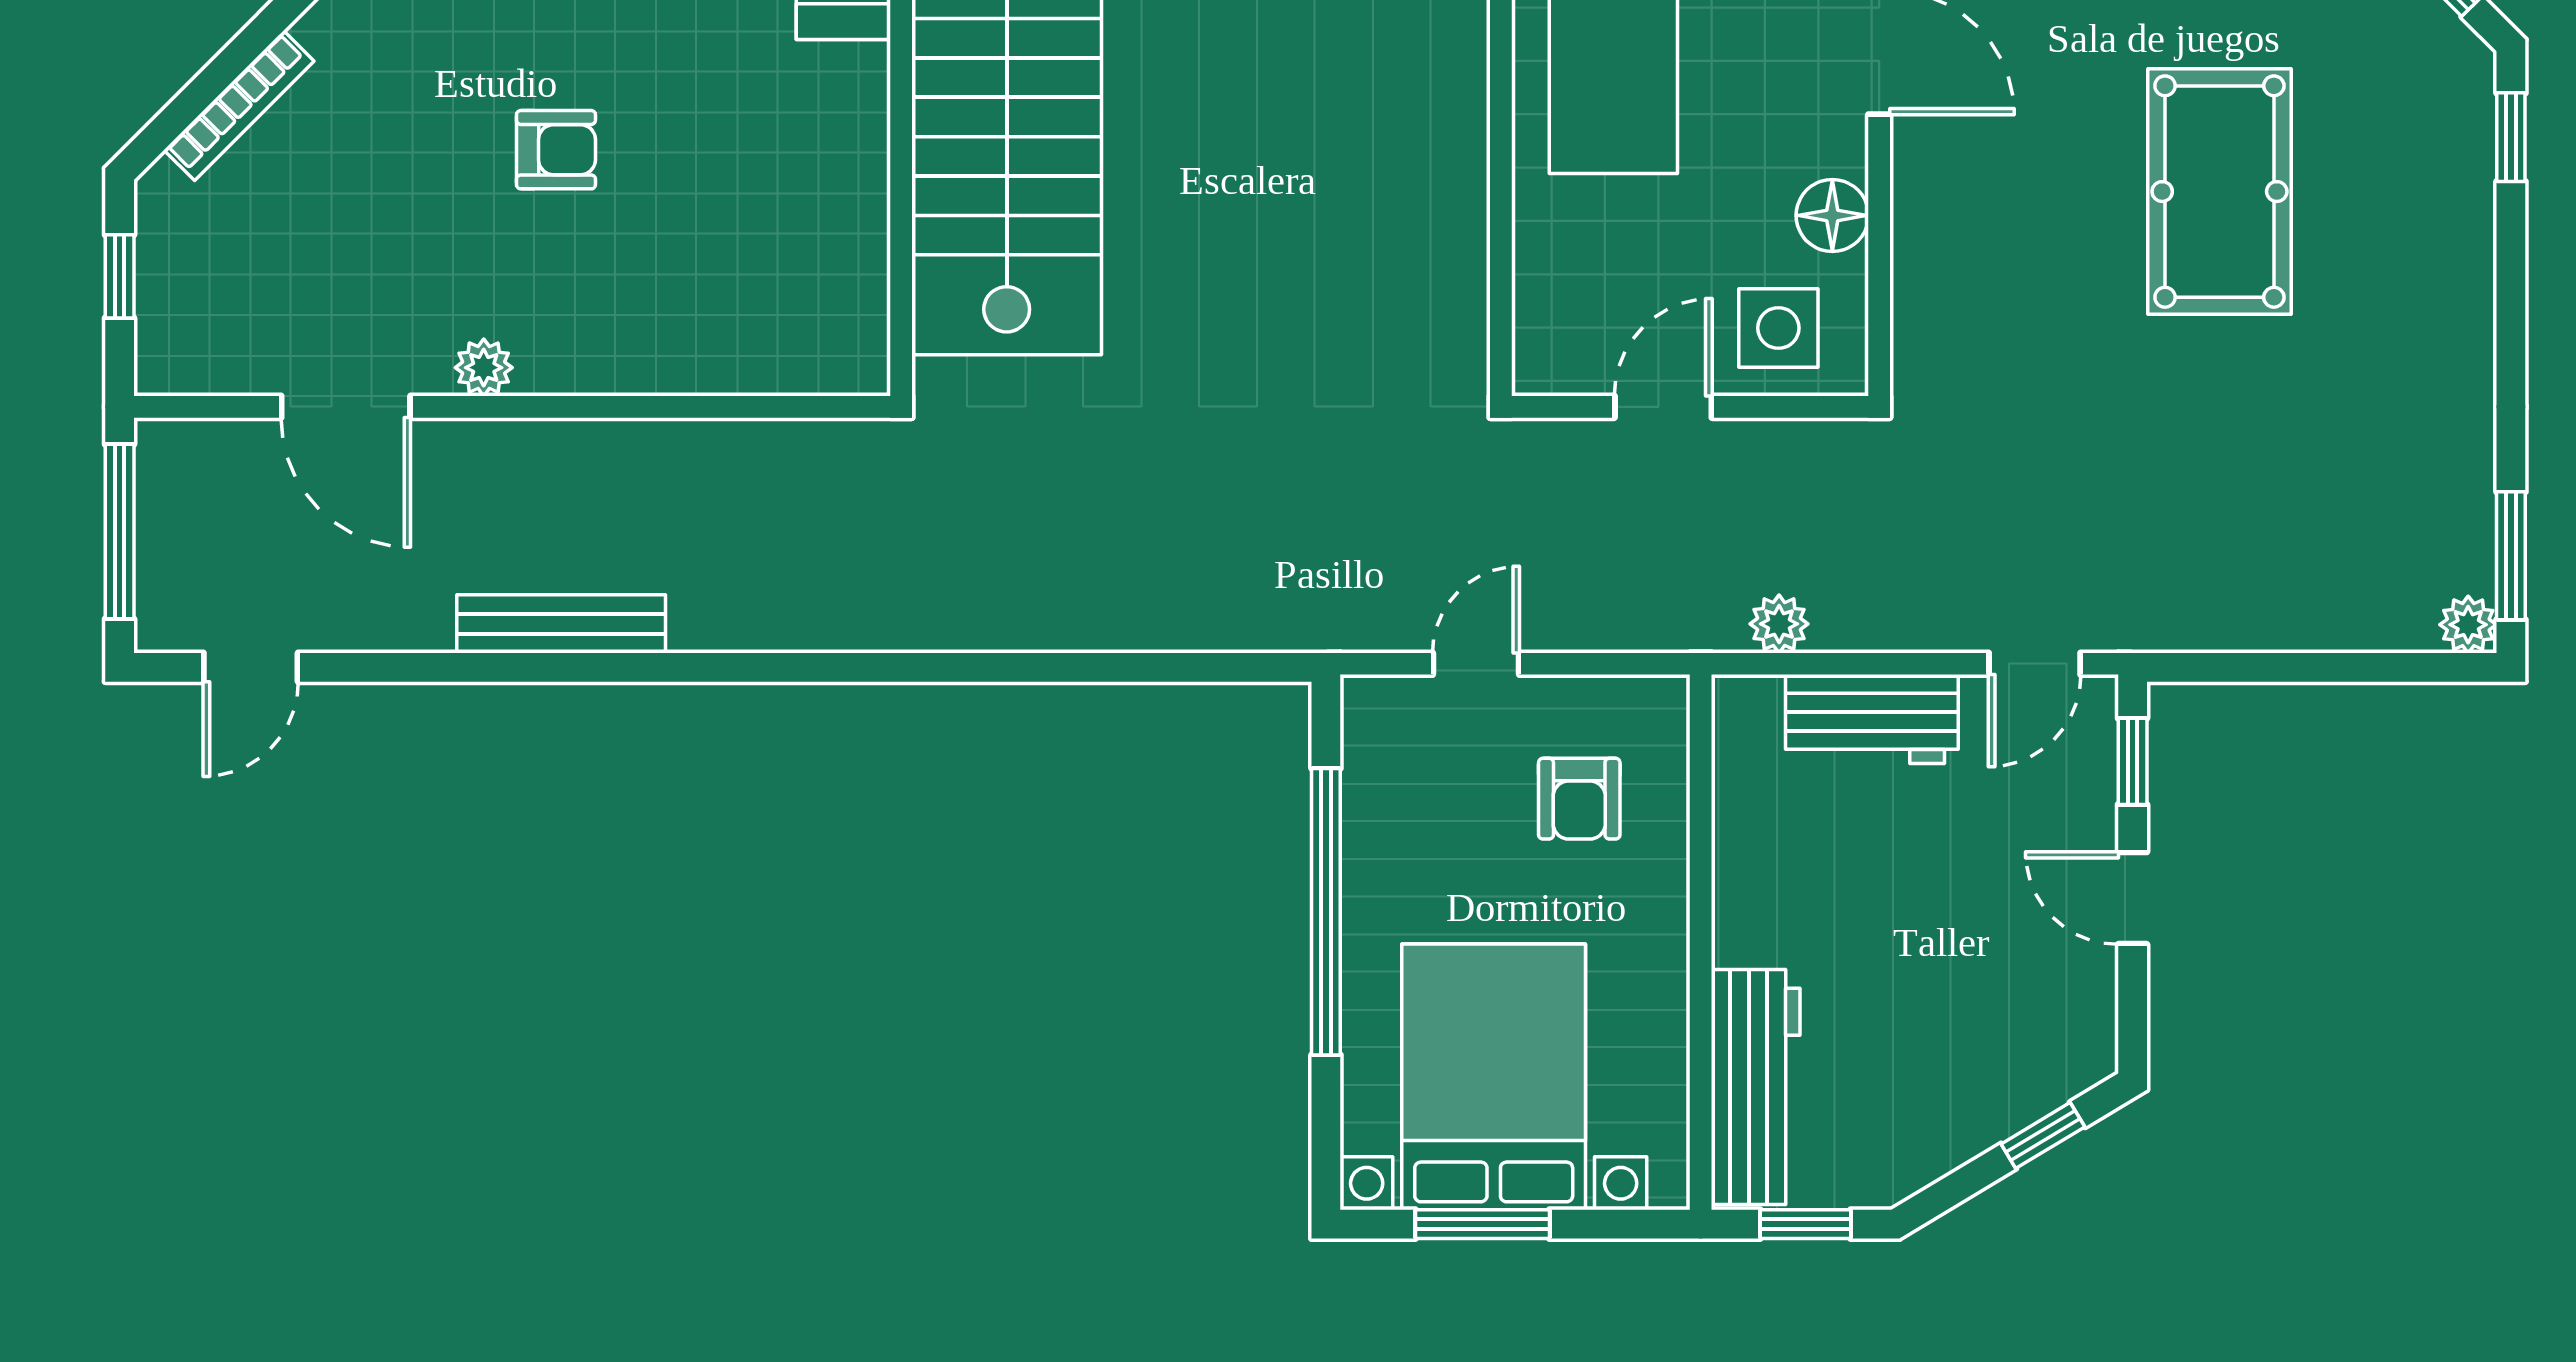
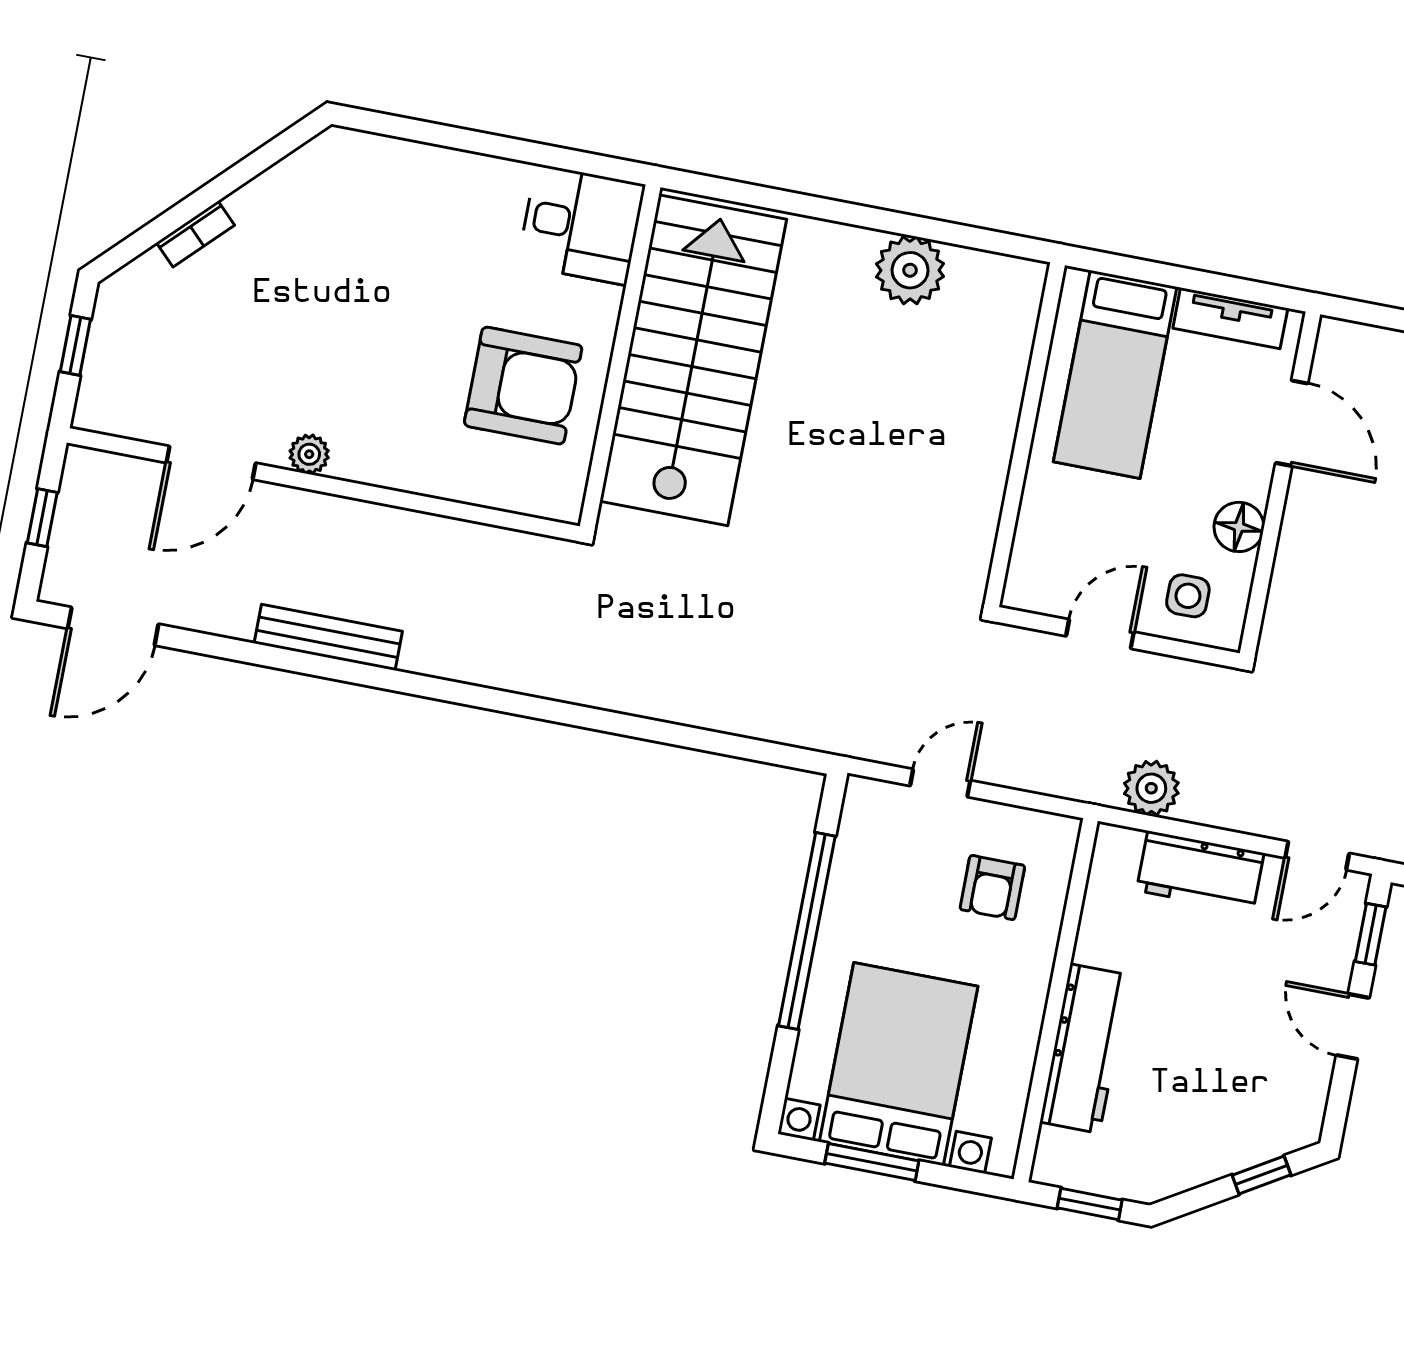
bookcase: (239, 106) -> (195, 234), width x0.64
armchair: (556, 150) -> (523, 386), moved, width x1.88, depth x1.88
side table: (1778, 328) -> (1188, 596), width x0.73, depth x0.73
door: (346, 407) -> (211, 463), hinge flipped
window: (120, 532) -> (42, 518), width x0.46
plant: (1779, 624) -> (1151, 788), width x1.38, depth x1.38
door: (251, 667) -> (113, 626), width x1.38
workbench: (1756, 1087) -> (1085, 1049), moved

